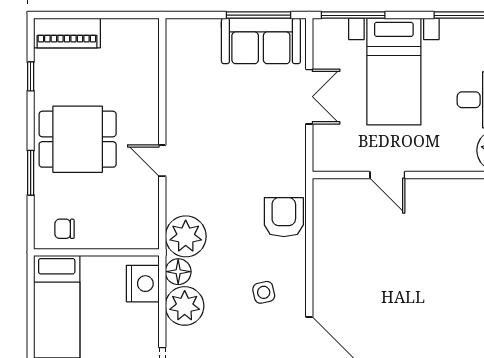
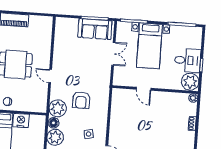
armchair: (284, 217) -> (81, 100), moved, turned 180
nightstand: (143, 284) -> (21, 121), moved, turned -90

